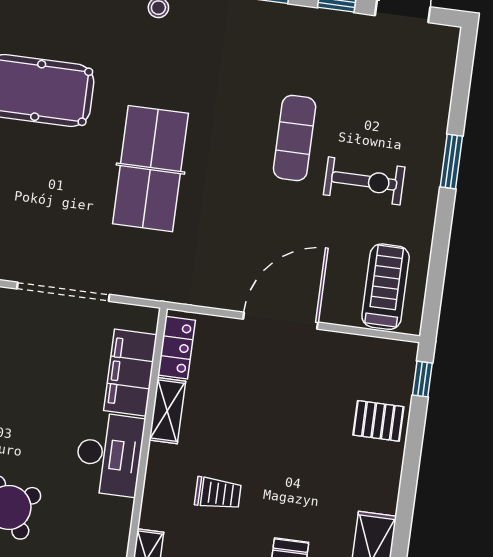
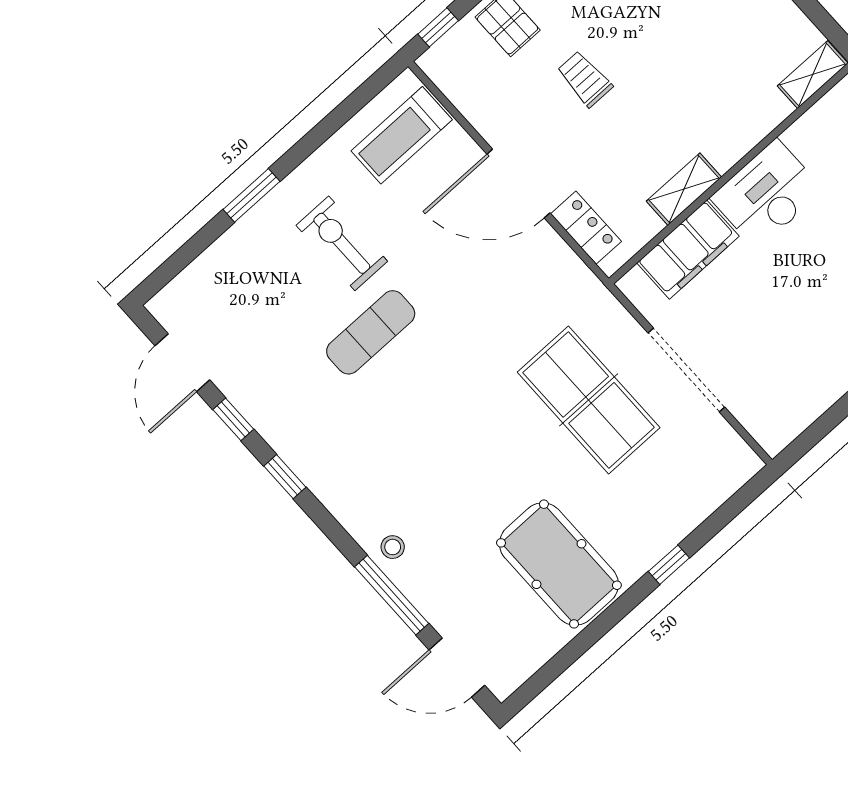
table tennis table: (150, 169) -> (589, 400), moved, turned 90
locker: (177, 348) -> (586, 228), moved, turned 90
trolley: (218, 493) -> (585, 79), moved

